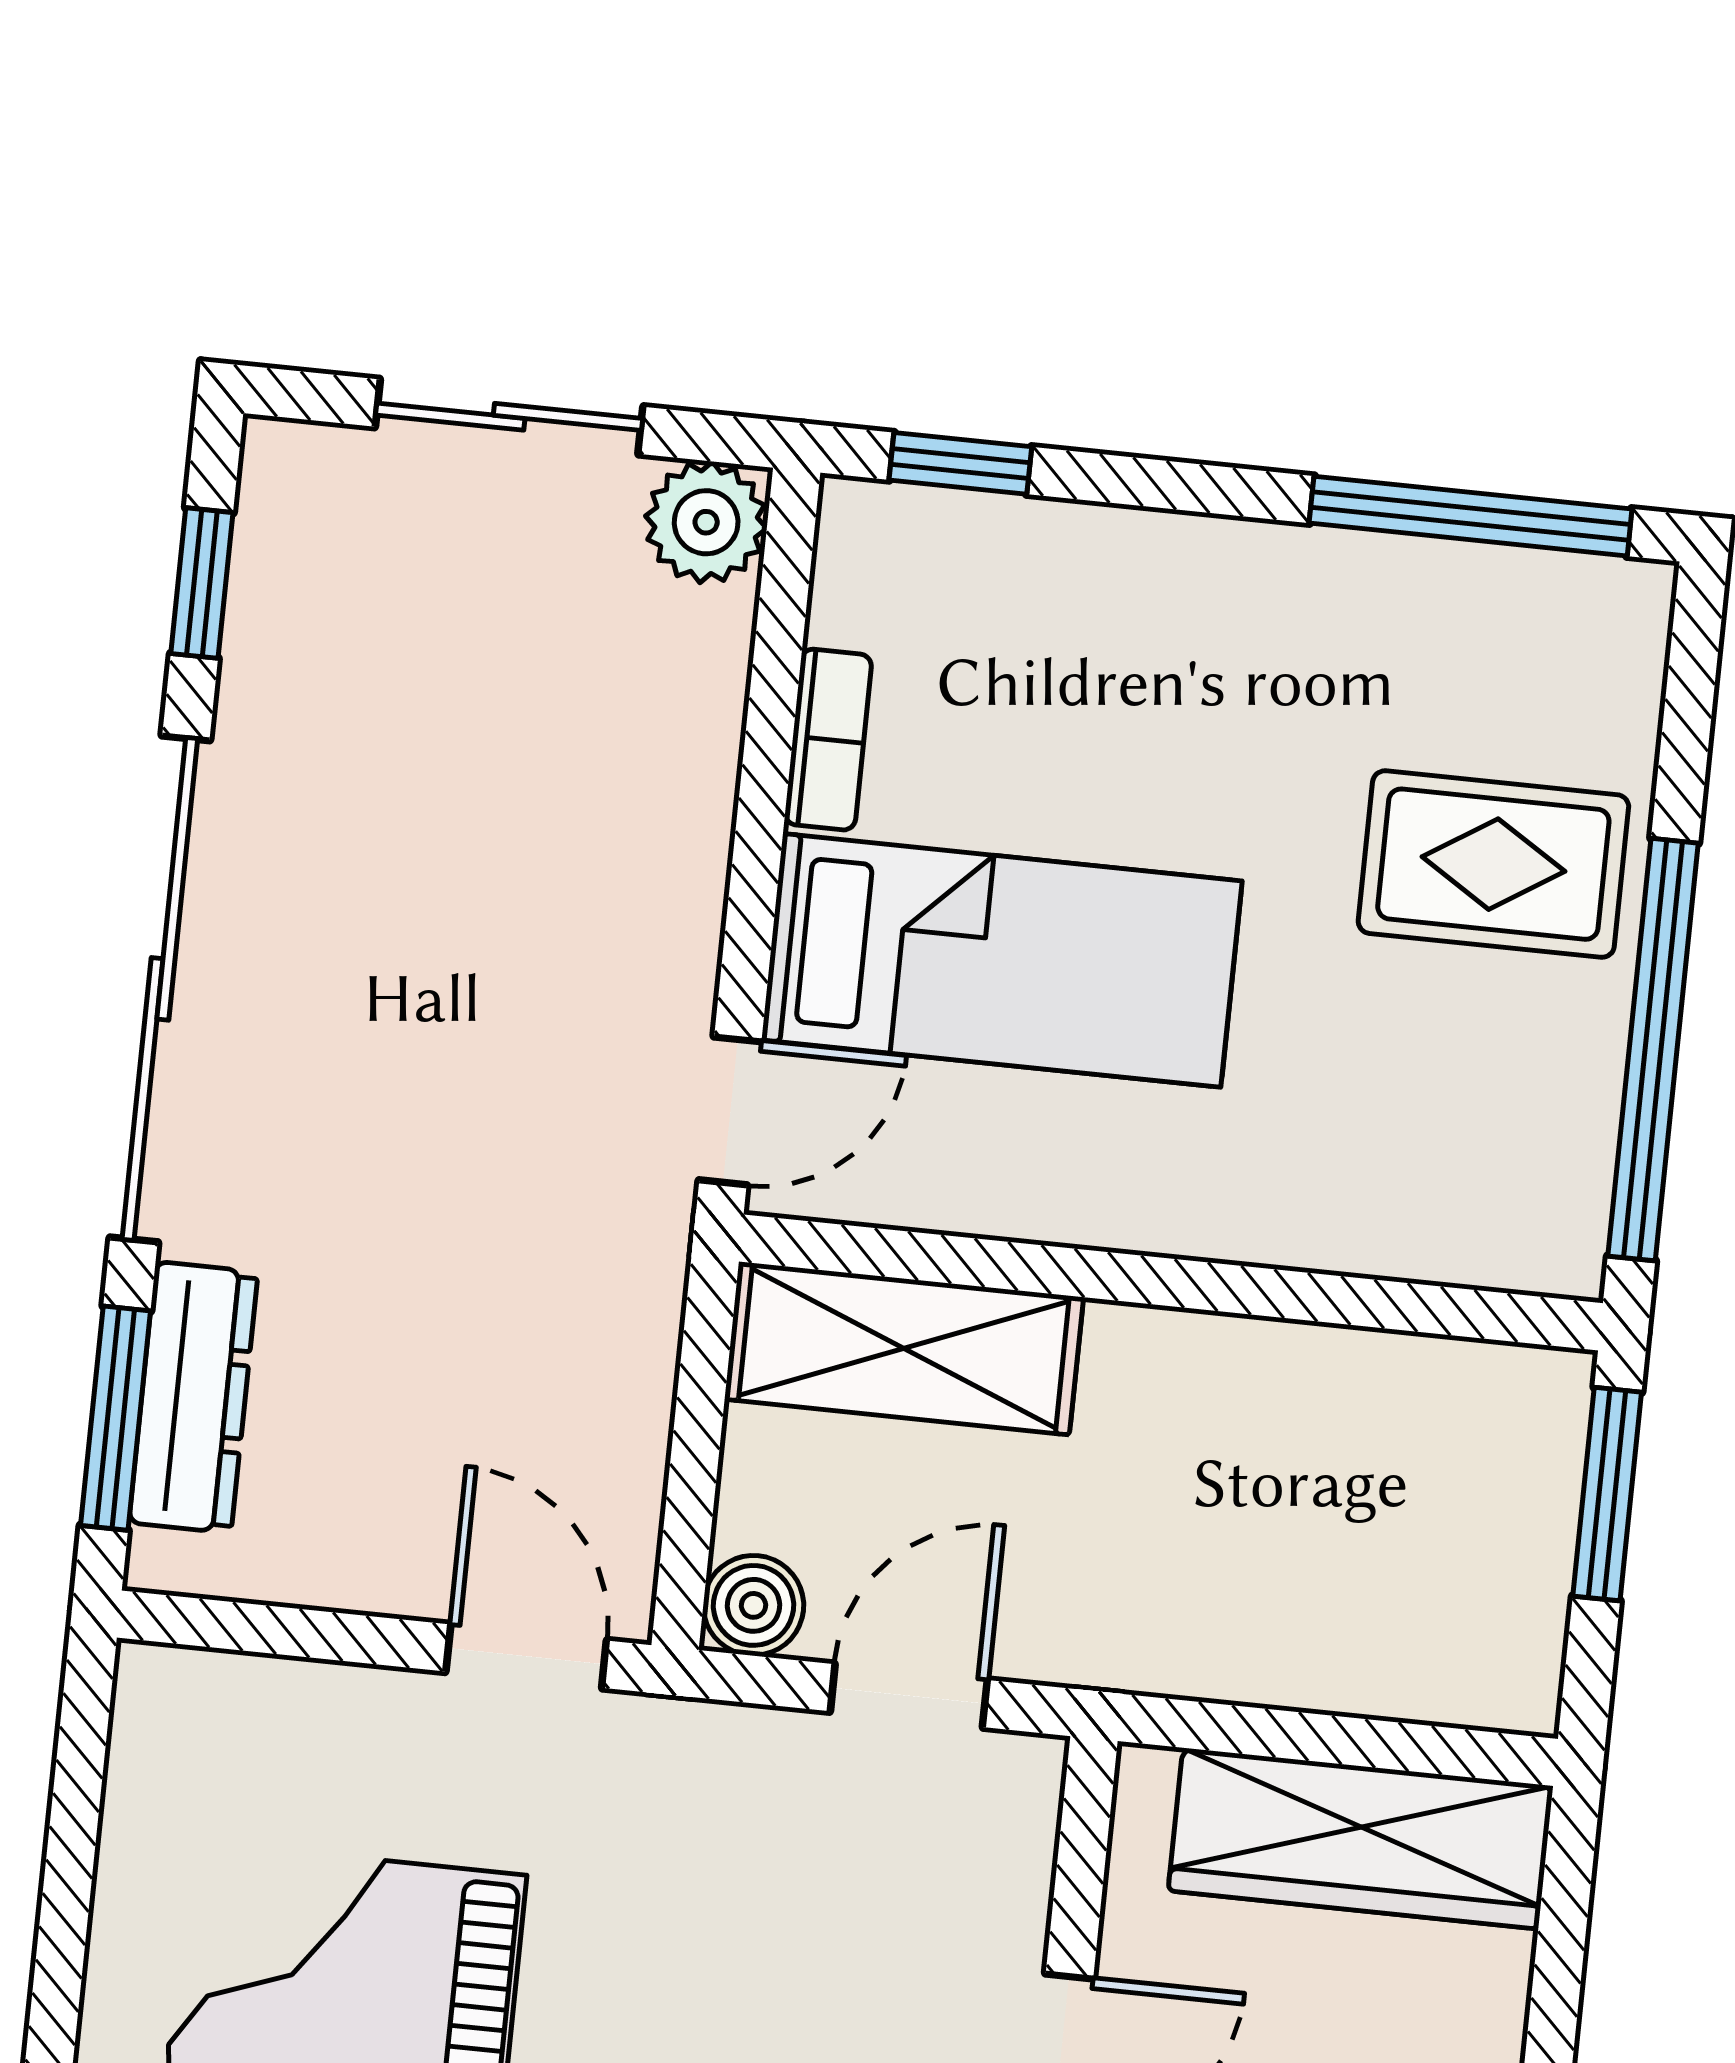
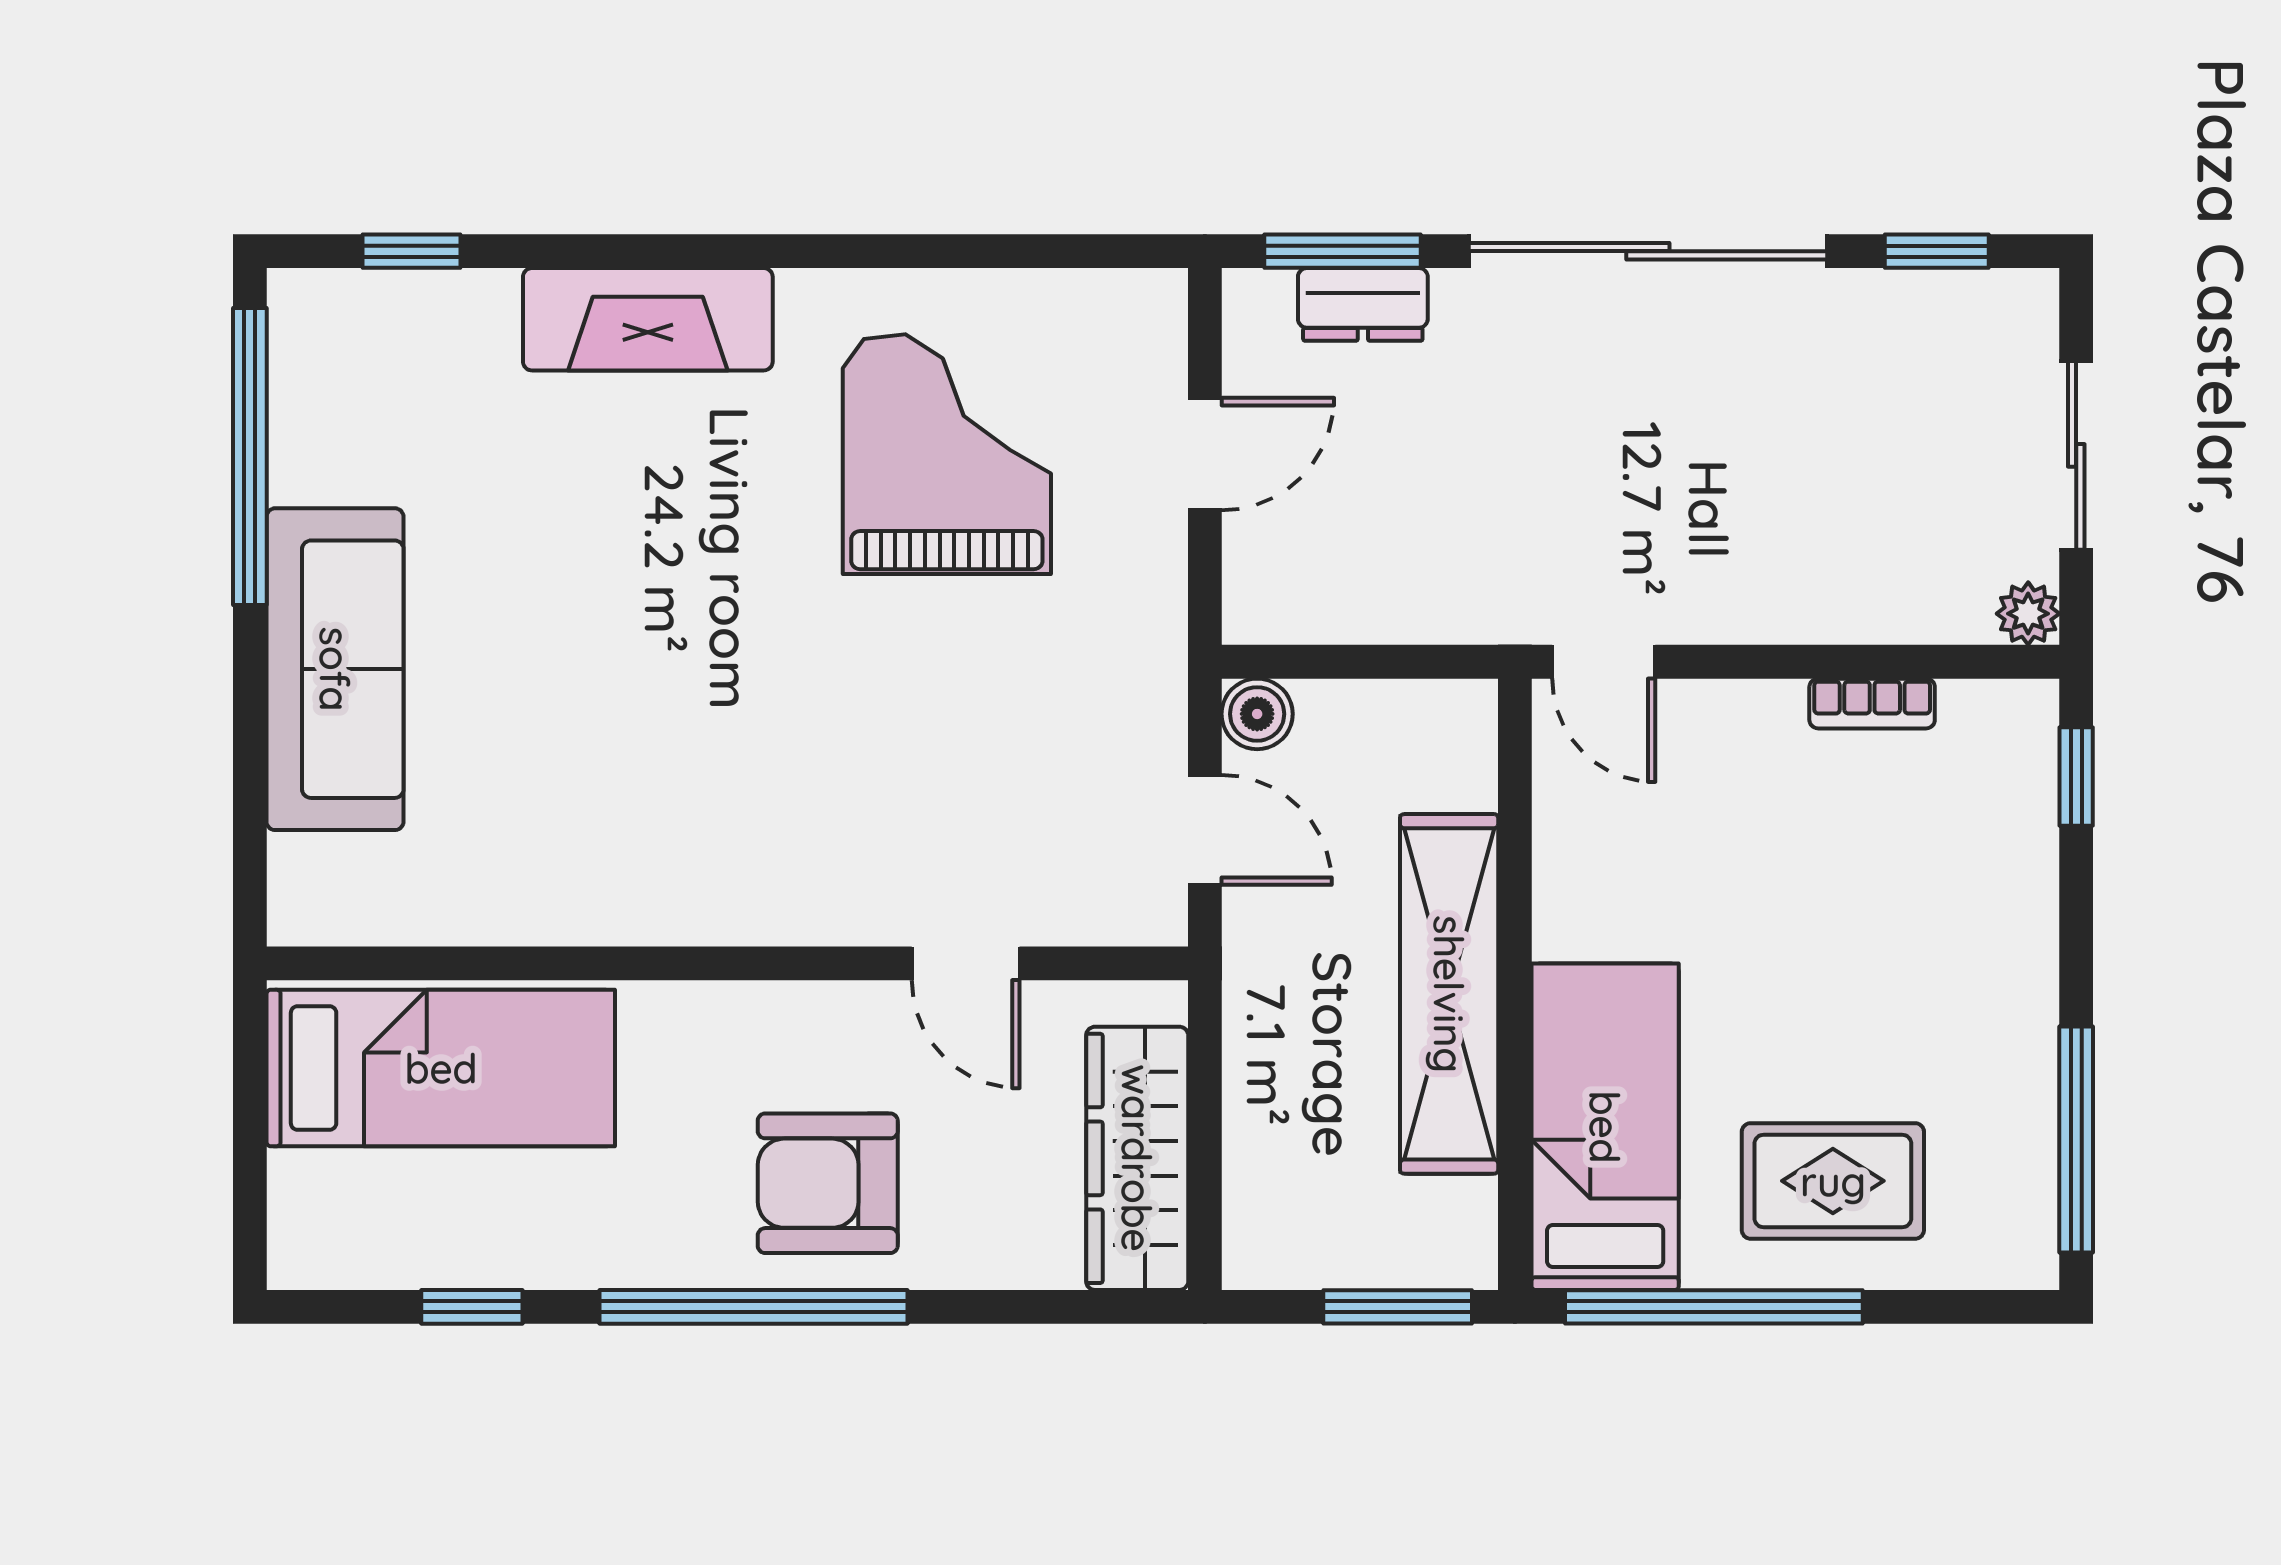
plant: (706, 522) -> (2028, 614), width x0.73, depth x0.73
rug: (1493, 864) -> (1833, 1181), turned 90
bed: (1002, 960) -> (1605, 1127), moved, turned 180
shelving: (904, 1348) -> (1449, 994), moved, width x1.47
dresser: (193, 1397) -> (1363, 304), width x0.70
door: (526, 1656) -> (1205, 454), moved

